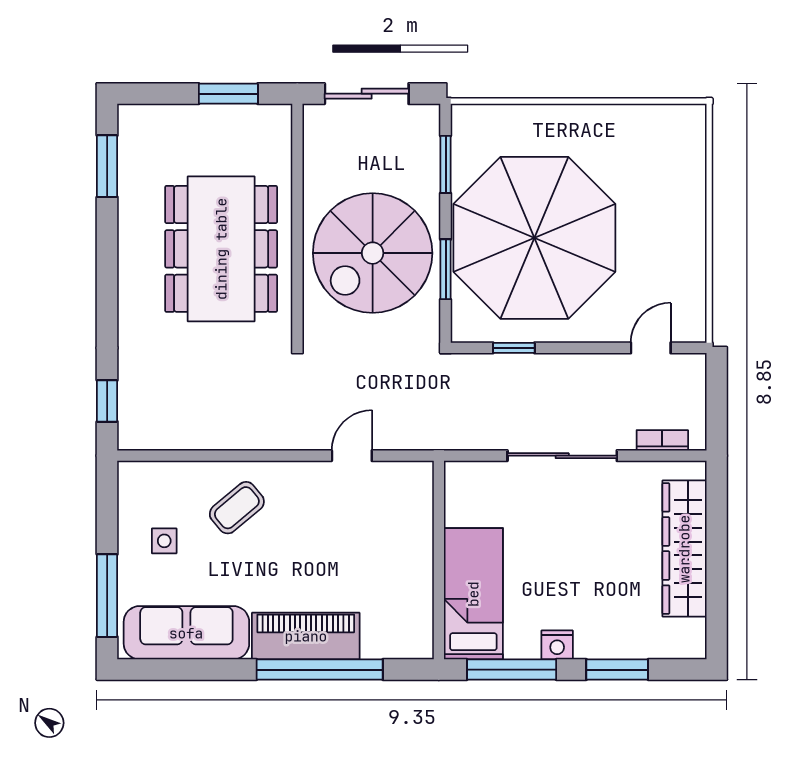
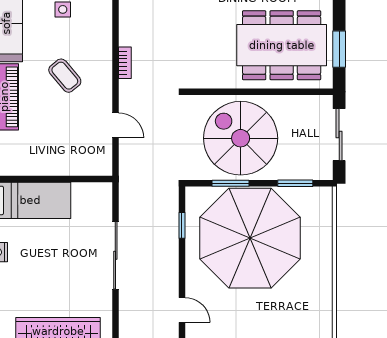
dining table: (221, 249) -> (282, 45), moved
bookcase: (662, 440) -> (125, 63), moved
coffee table: (237, 508) -> (65, 76), moved

